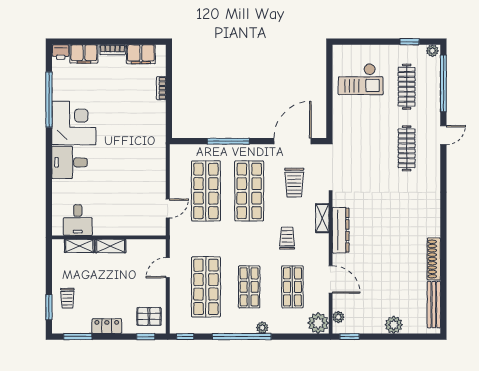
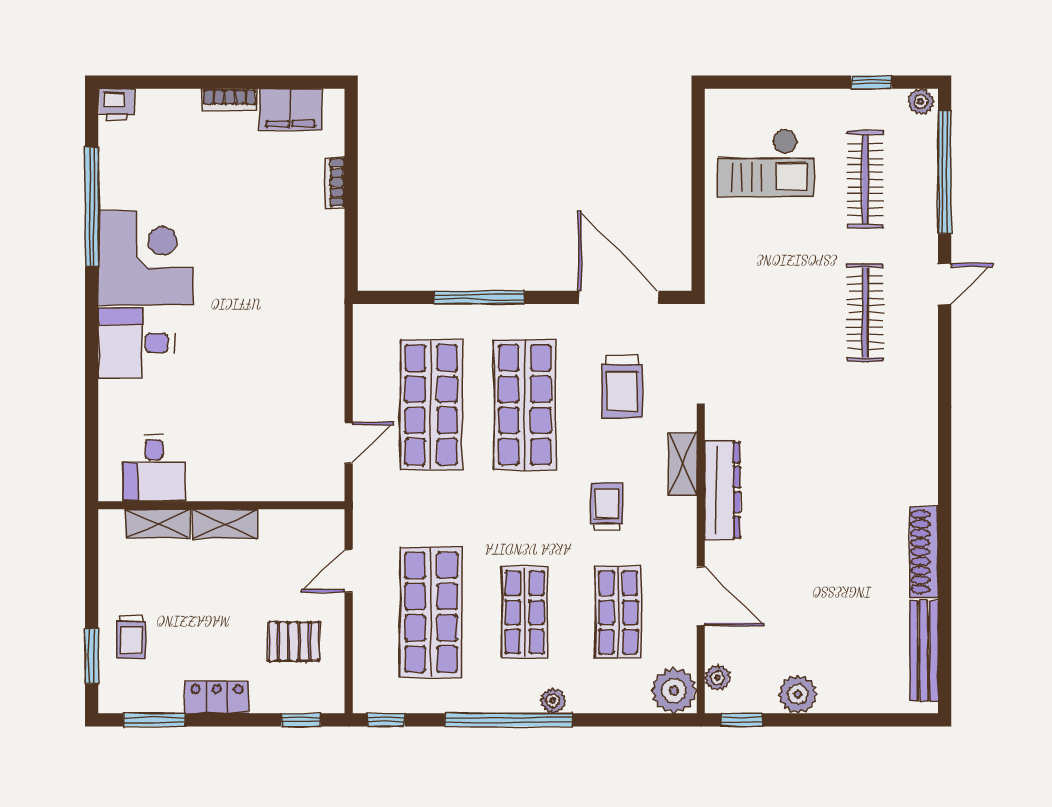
filing cabinet: (84, 54) -> (167, 109), removed
door: (293, 141) -> (618, 297), hinge flipped
pallet: (149, 316) -> (294, 641), moved
plant: (394, 325) -> (798, 694), moved

